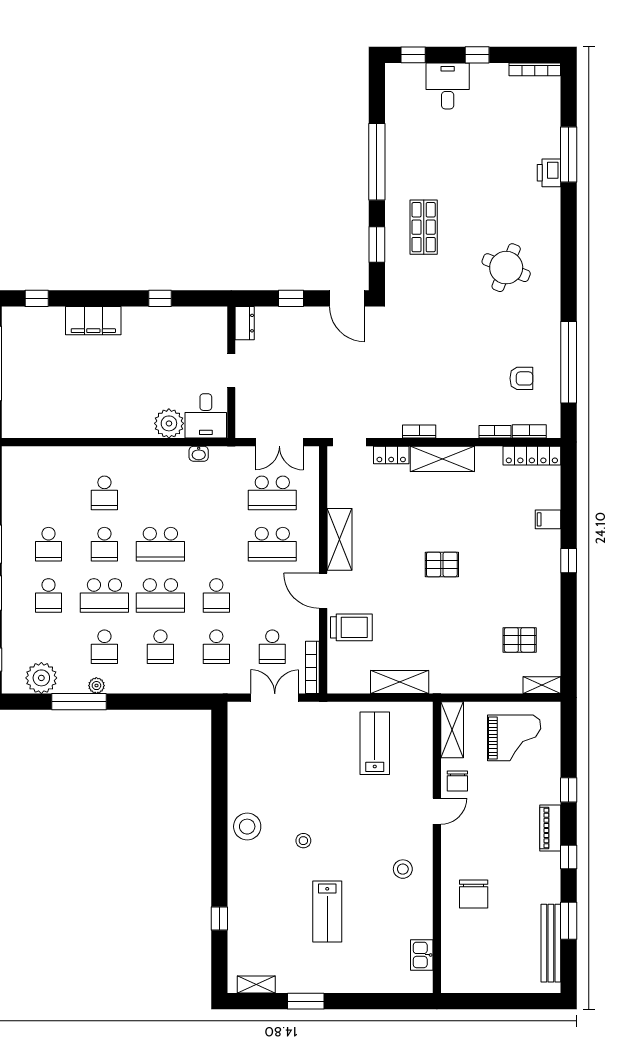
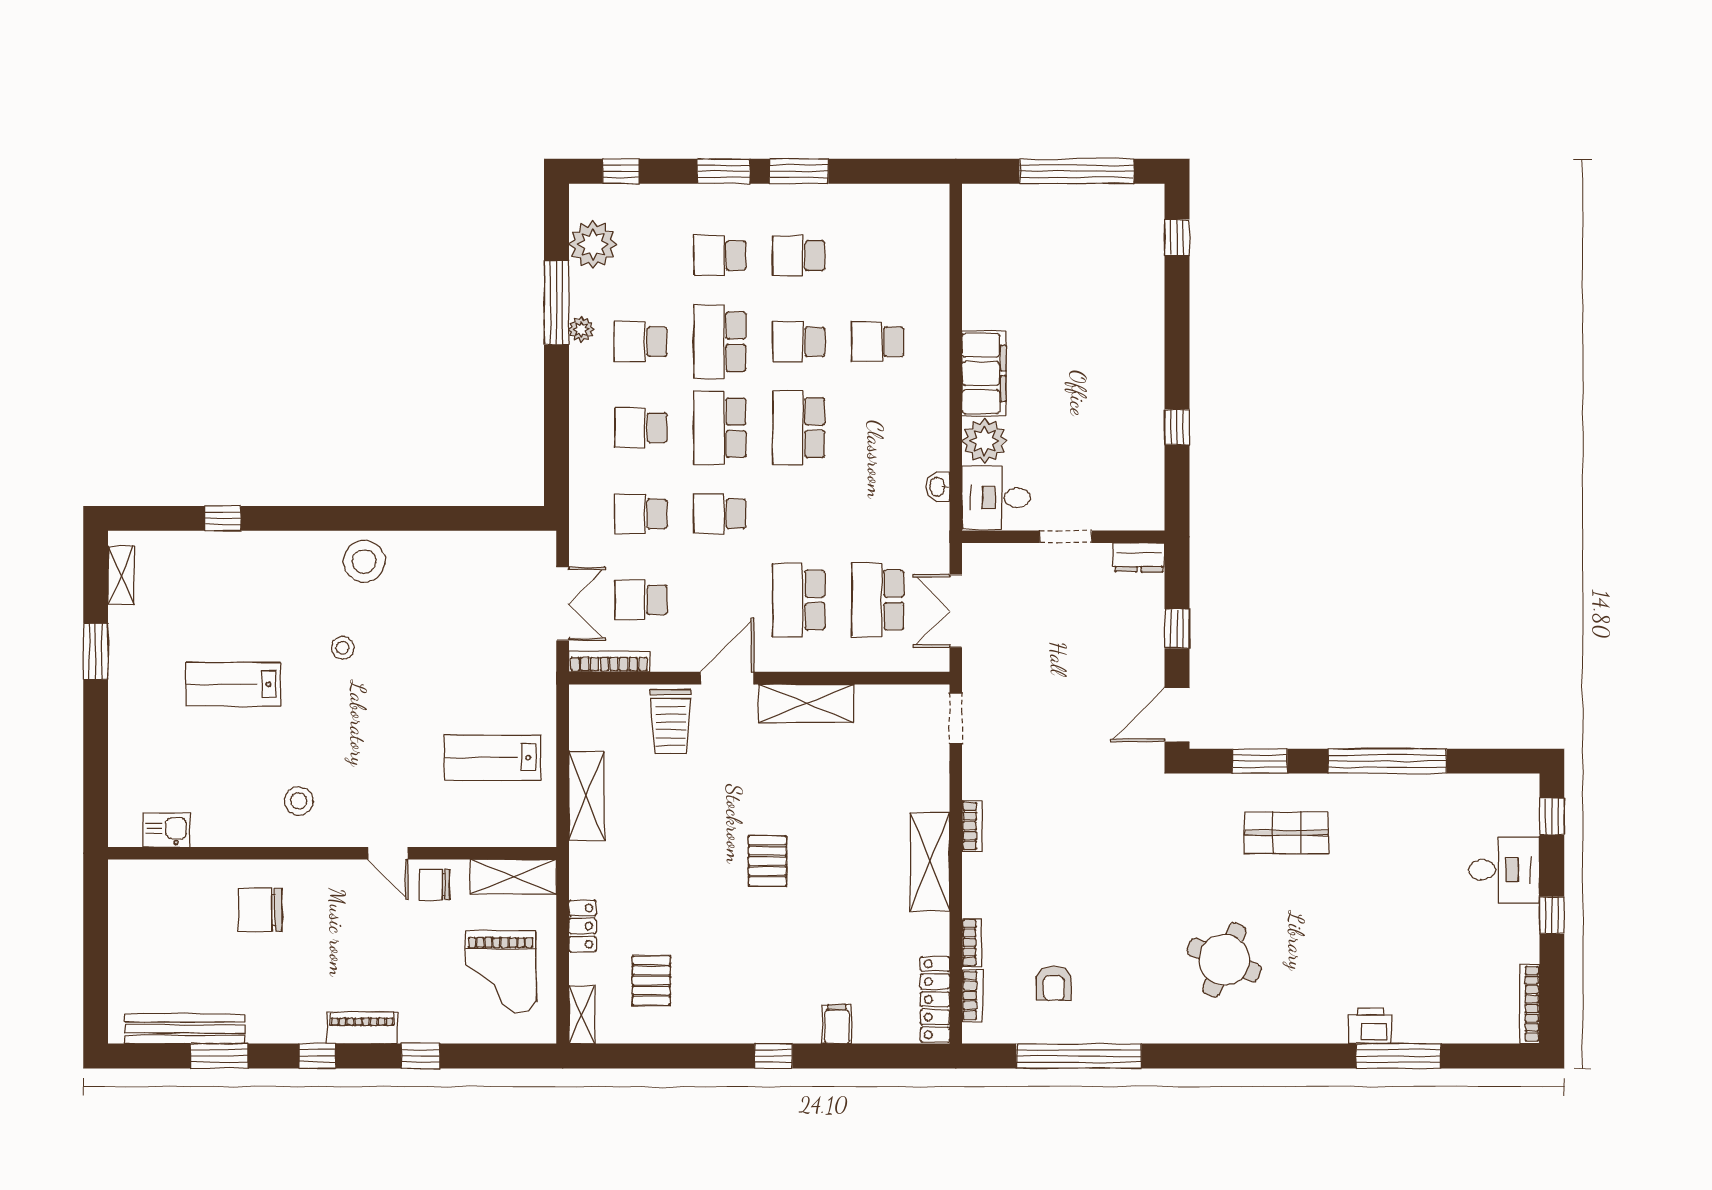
filing cabinet: (93, 321) -> (984, 373), moved, turned 180
locker: (391, 455) -> (583, 926), moved, turned 180
lab bench: (375, 743) -> (492, 758), turned 180

